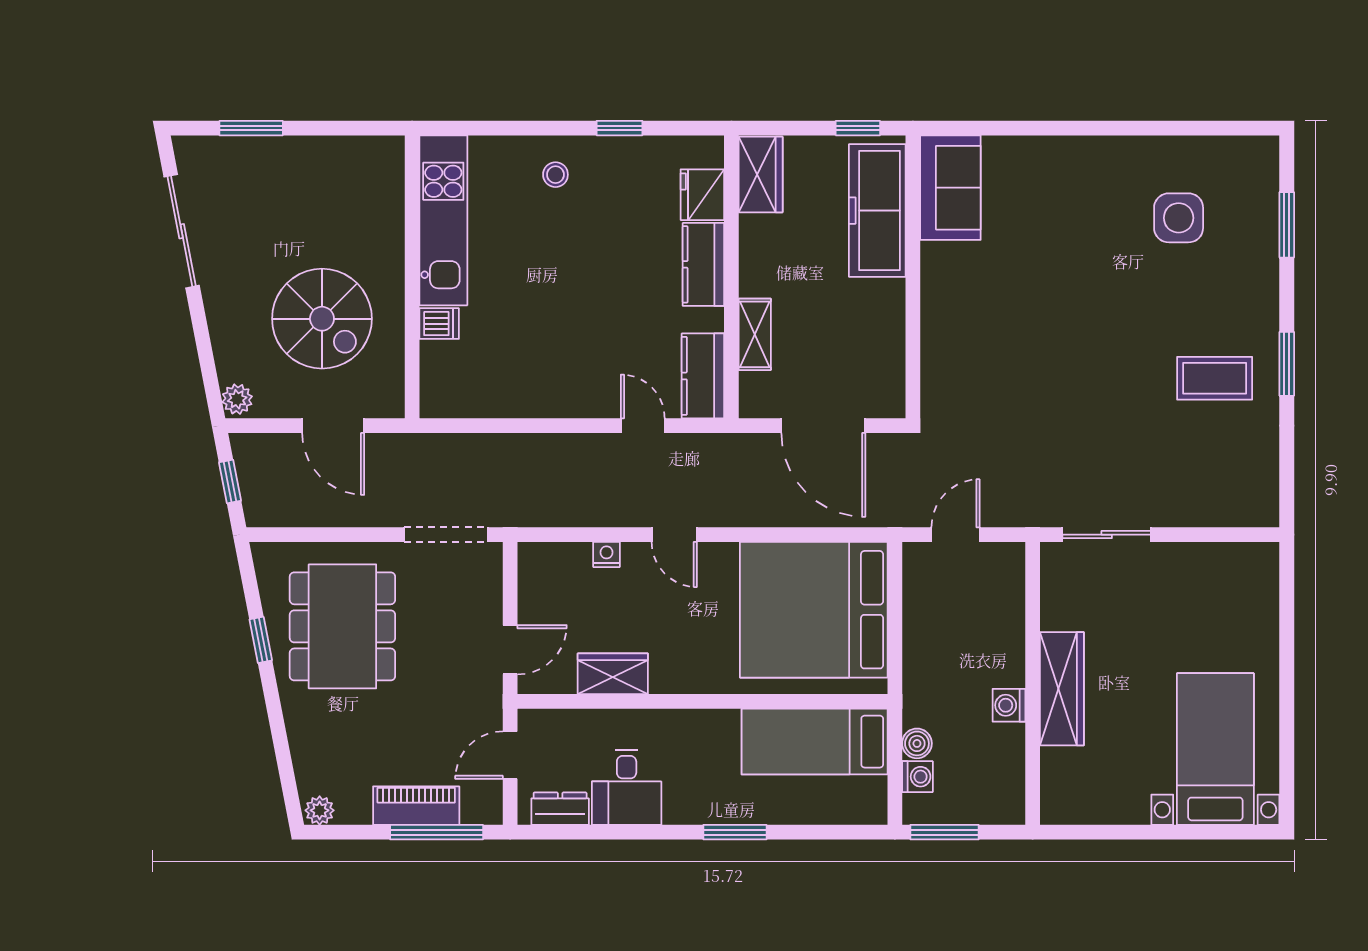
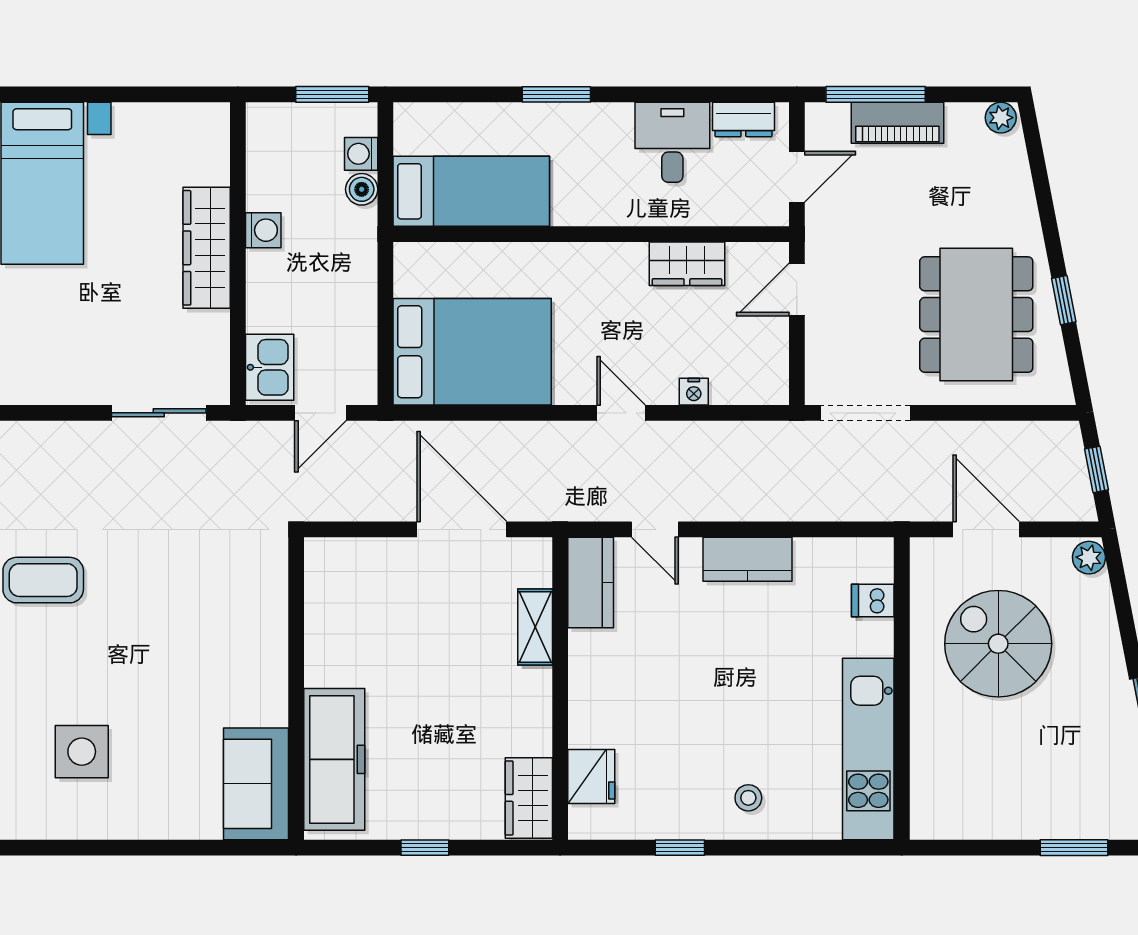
sofa: (950, 188) -> (256, 784), moved
freezer: (877, 211) -> (334, 759), moved
kitchen counter: (703, 264) -> (747, 559), moved, turned 90
wall: (913, 277) -> (296, 688), moved
dishwasher: (439, 324) -> (873, 601), moved
kitchen sink: (1003, 577) -> (270, 367), added
bed: (814, 610) -> (472, 352), width x0.73

